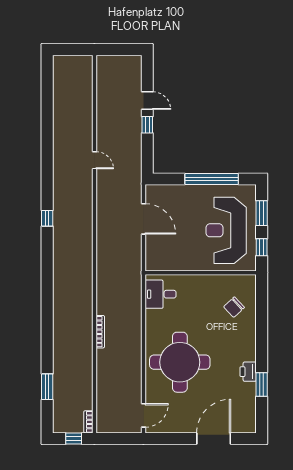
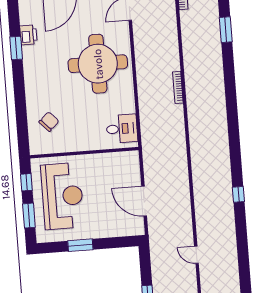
window: (212, 179) -> (80, 245), width x0.47
printer: (248, 372) -> (28, 35), moved

